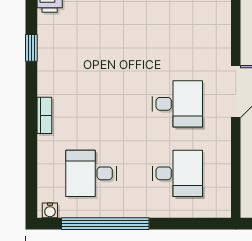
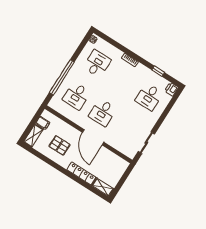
desk: (91, 34) -> (149, 97), added
window: (105, 224) -> (62, 77), moved

